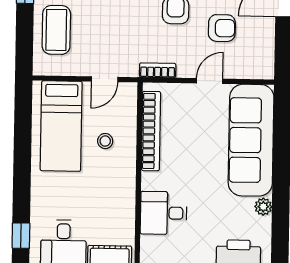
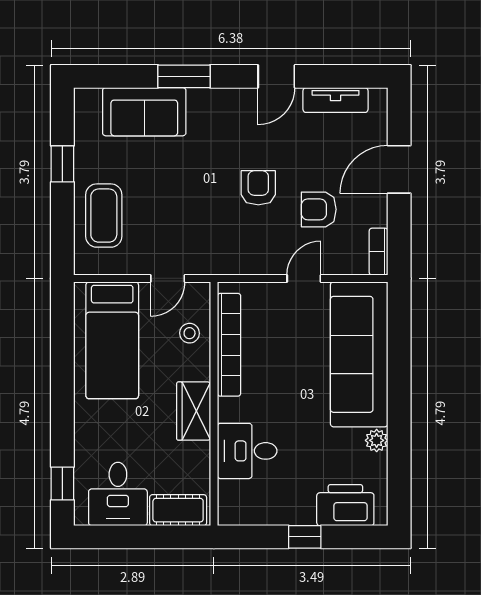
armchair: (222, 28) -> (319, 209), turned 180
bookcase: (158, 70) -> (379, 252), moved, turned -90
stool: (105, 141) -> (190, 333), moved
wardrobe: (123, 182) -> (194, 411), added

